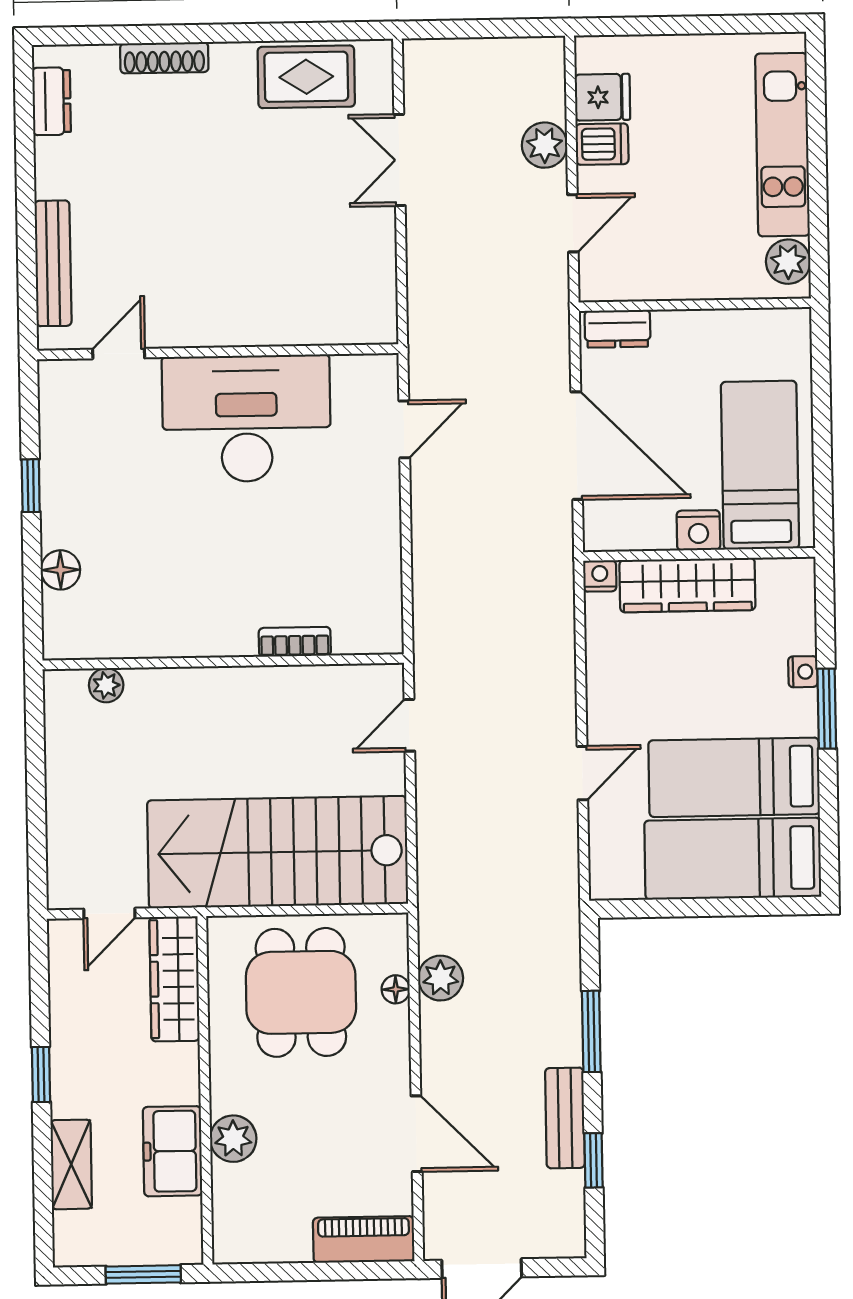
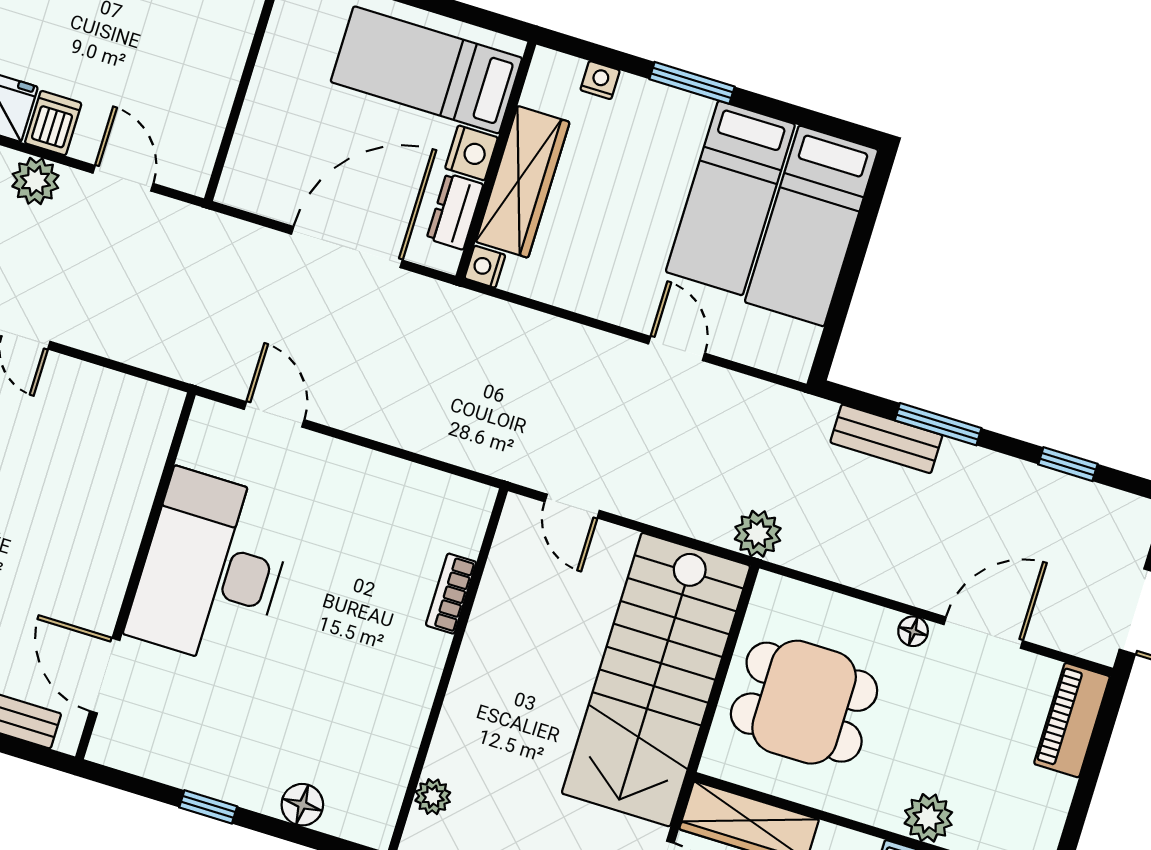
dresser: (618, 329) -> (455, 211), moved, turned 180
door: (119, 354) -> (105, 676), width x1.38
nightstand: (803, 672) -> (600, 80), moved
plant: (441, 978) -> (758, 534), moved
floor lamp: (396, 989) -> (913, 631), moved
bench: (565, 1118) -> (886, 439), moved

